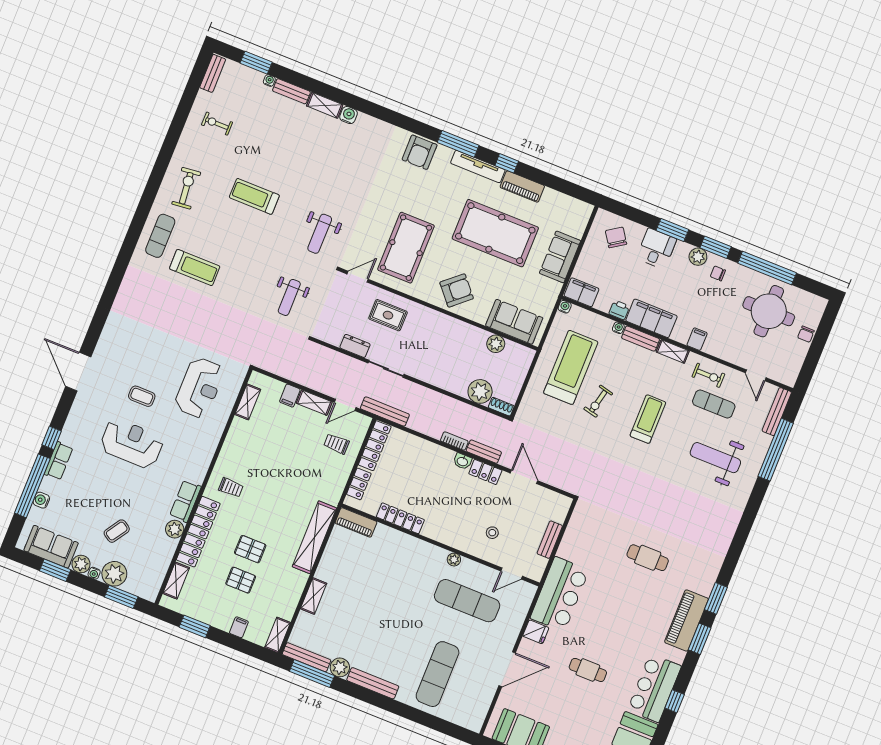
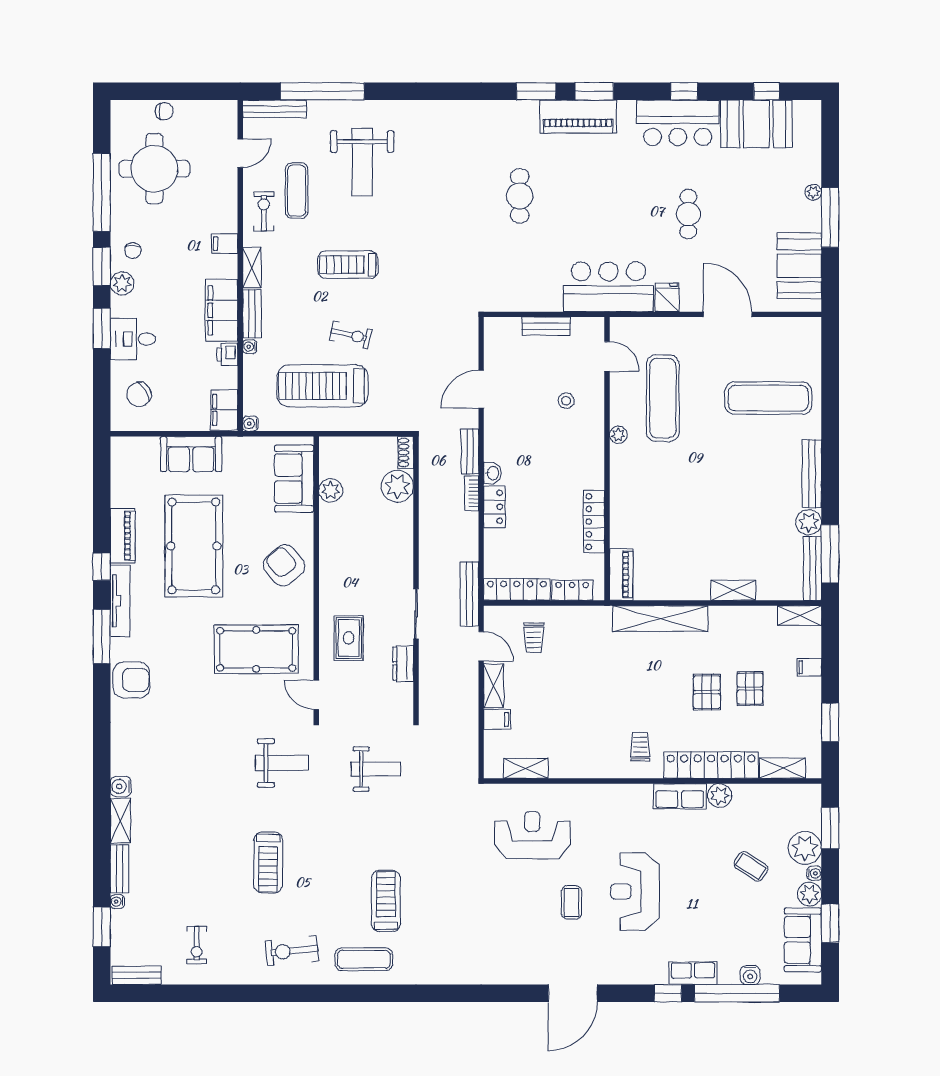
locker: (485, 472) -> (494, 507), moved

